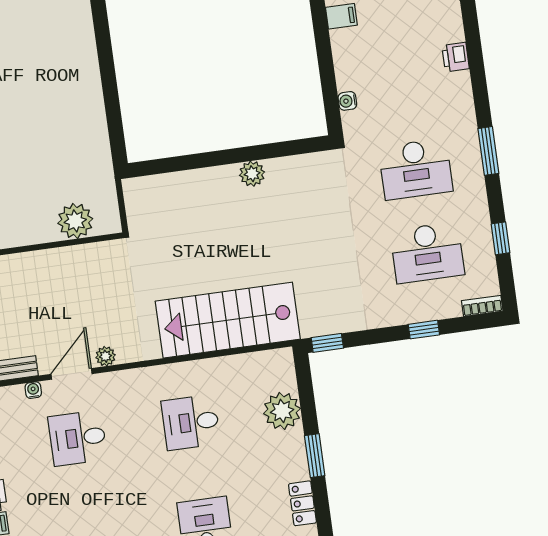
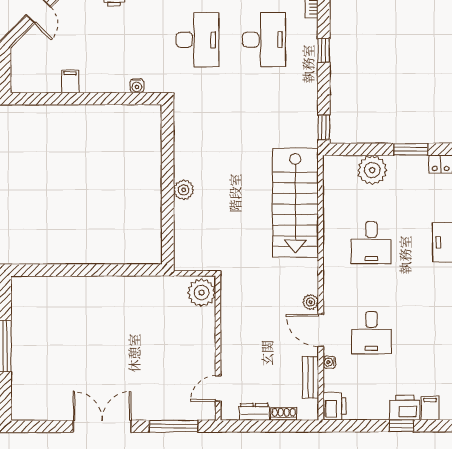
plant: (252, 174) -> (184, 190), moved
plant: (75, 221) -> (202, 293), moved

